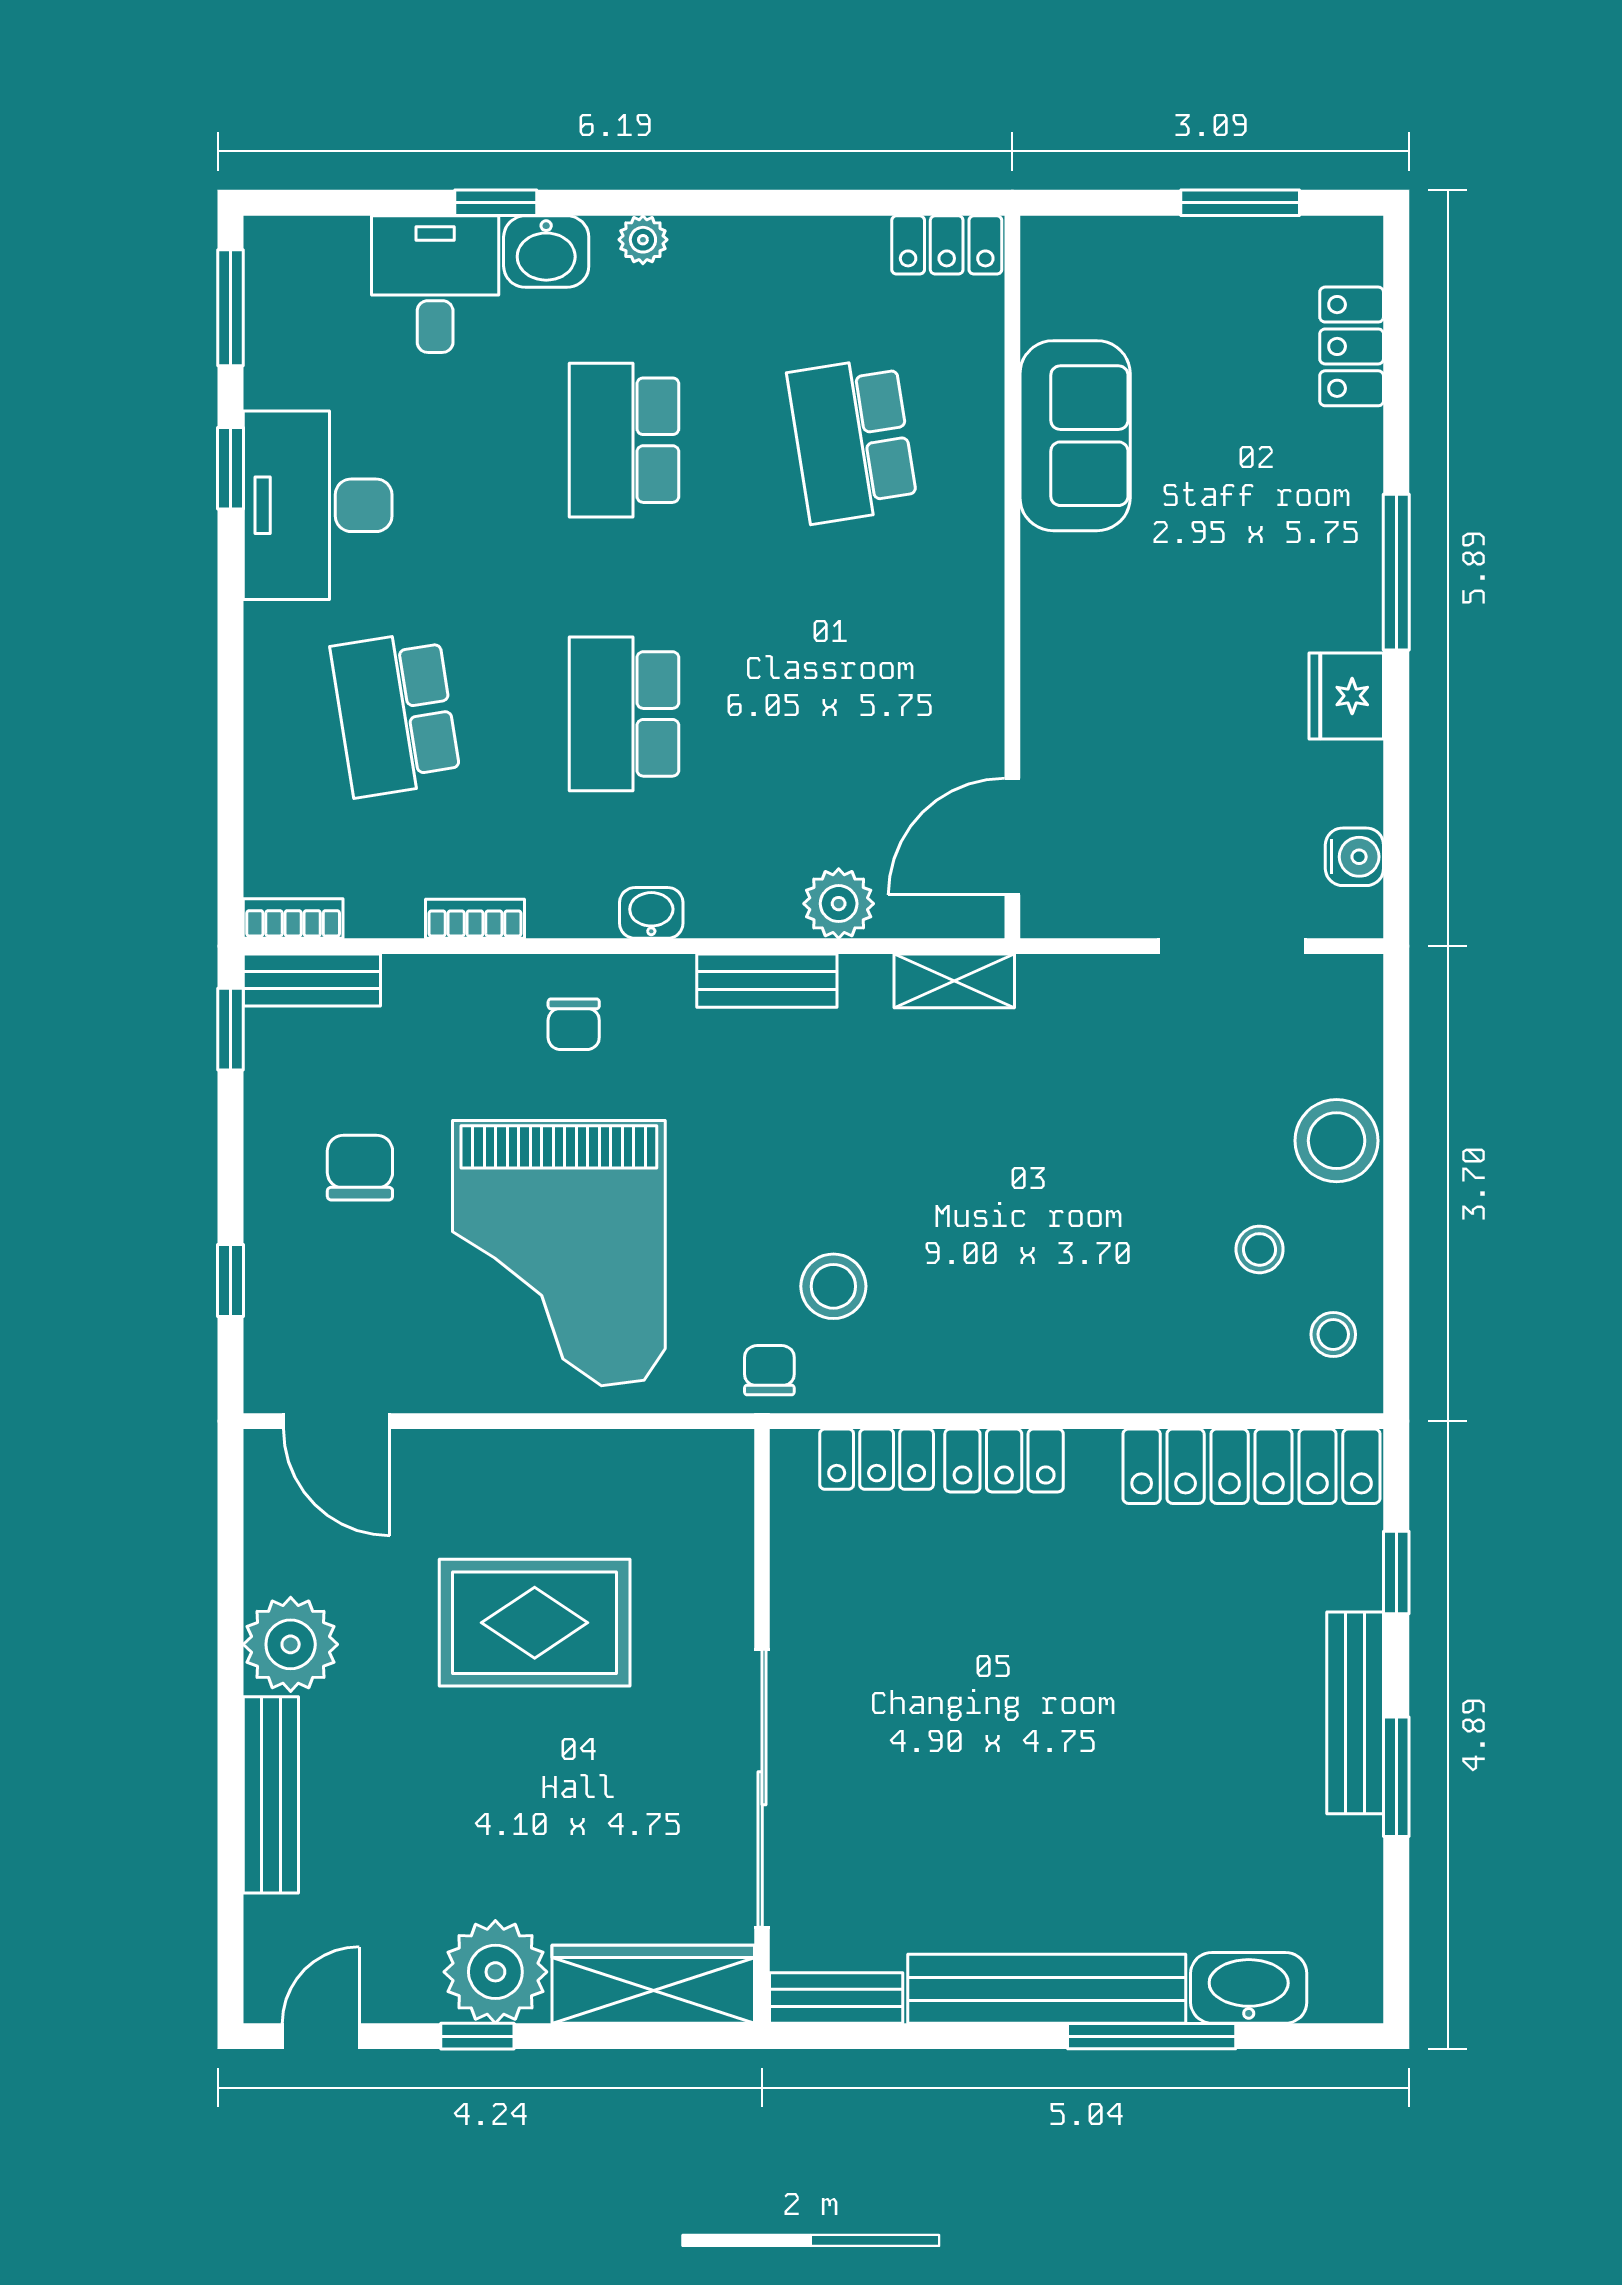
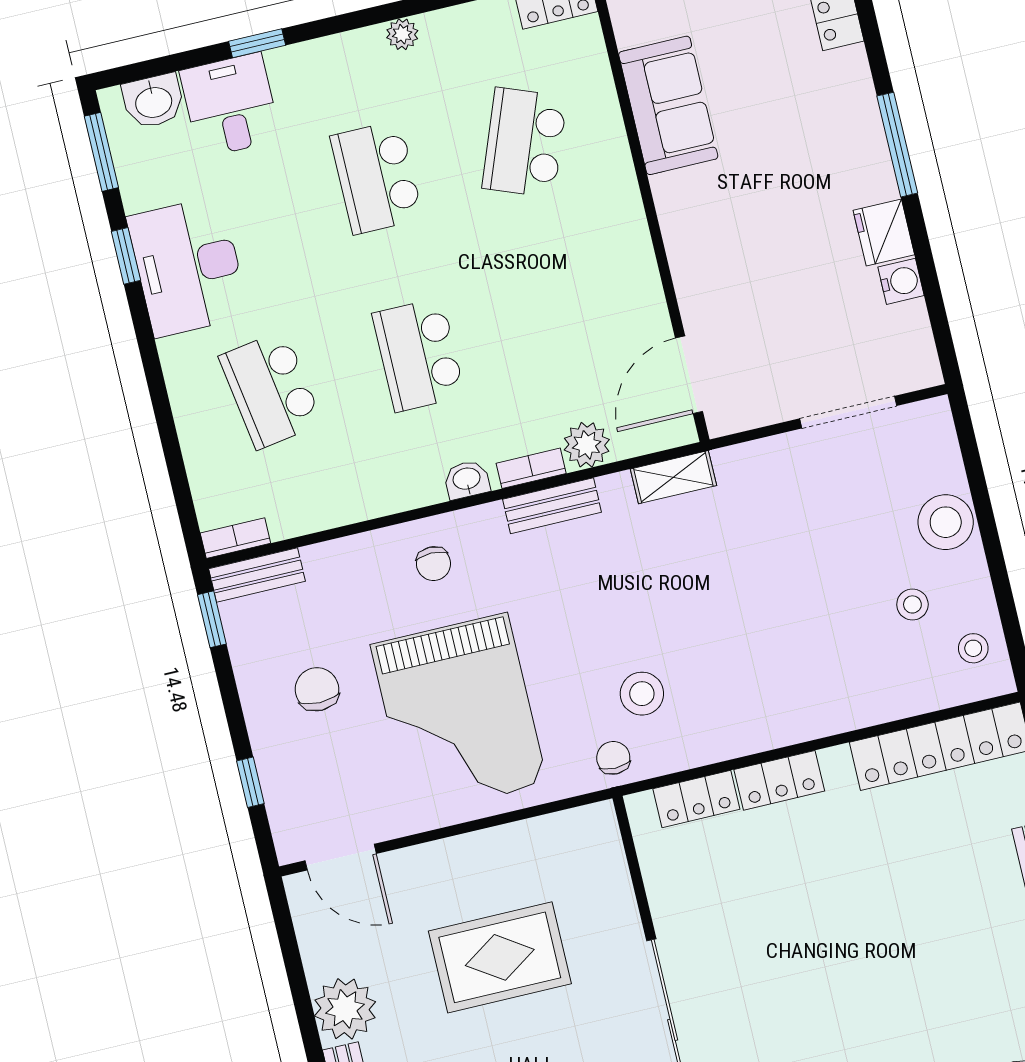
plant: (643, 240) -> (402, 34), moved
washbasin: (546, 252) -> (153, 101), moved
school desk: (852, 440) -> (525, 142), turned 30
water cooler: (1354, 857) -> (901, 281), moved
bookcase: (475, 919) -> (531, 468), moved

